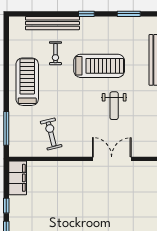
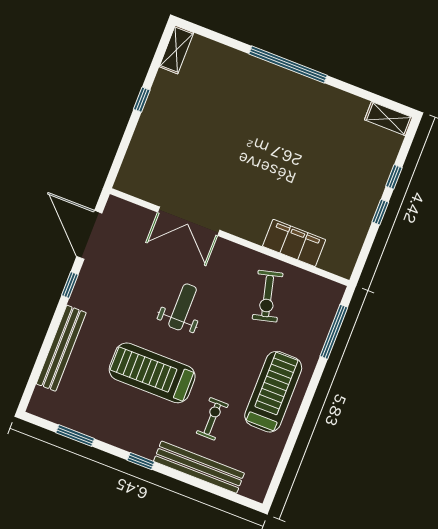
treadmill: (27, 82) -> (273, 392), turned 180
weight bench: (114, 106) -> (183, 307), moved
filing cabinet: (18, 178) -> (294, 243), moved, turned 90

